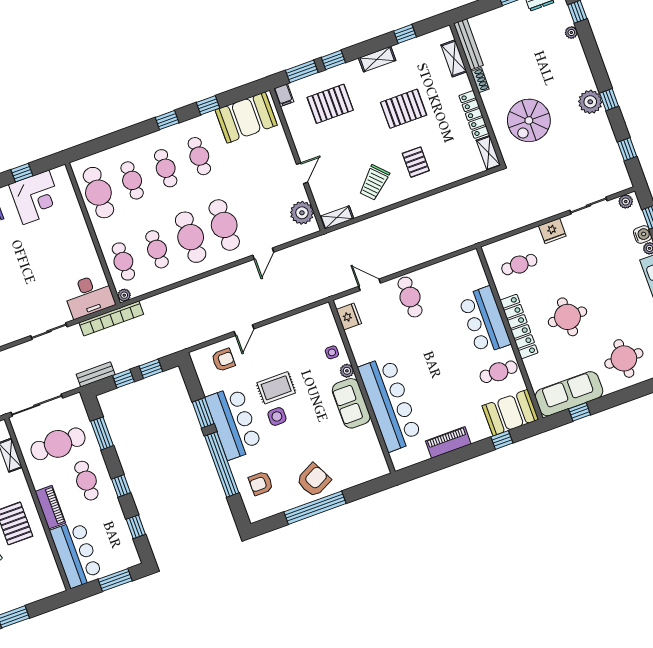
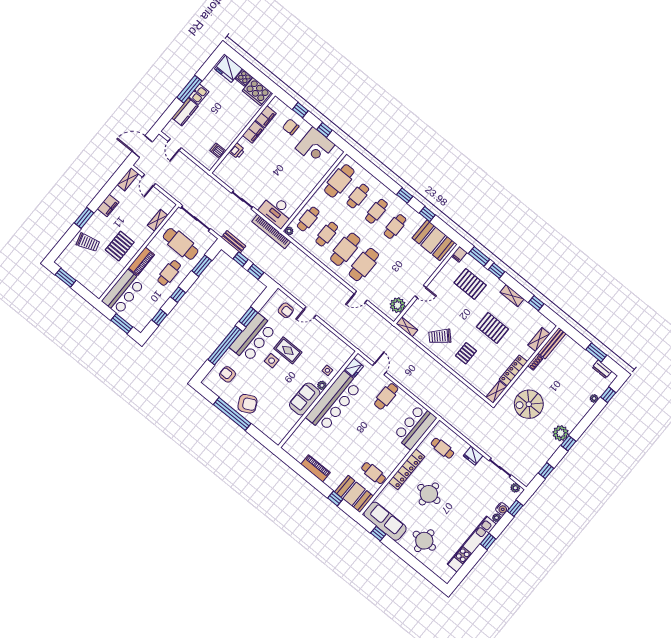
bar counter: (484, 321) -> (415, 427), moved
bar counter: (390, 404) -> (334, 402), moved

